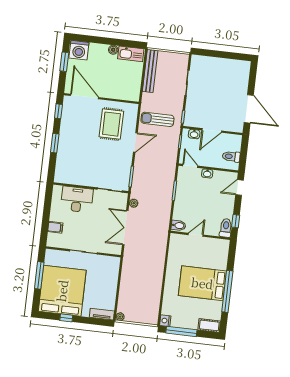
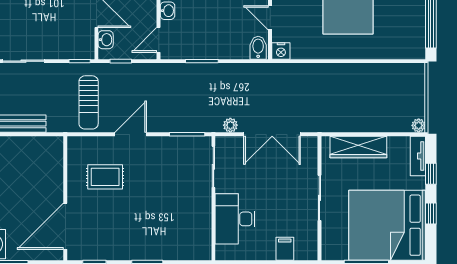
rug: (111, 124) -> (105, 177), width x0.73, depth x0.70
door: (135, 142) -> (131, 134), hinge flipped
wardrobe: (111, 279) -> (358, 147), added
window: (90, 321) -> (431, 174), added
nightstand: (165, 321) -> (281, 51), moved

